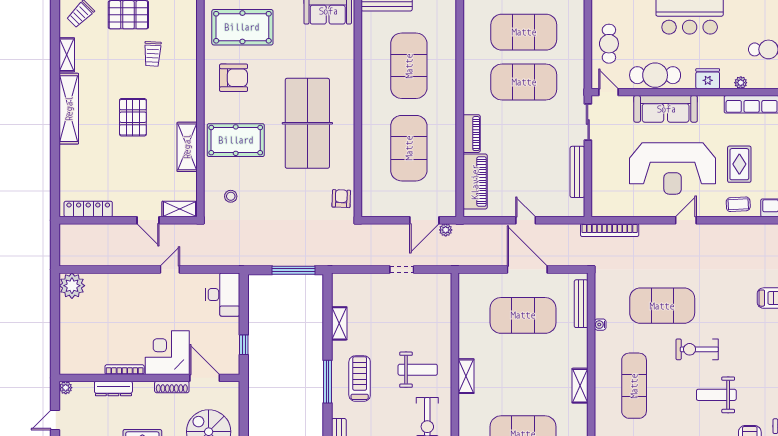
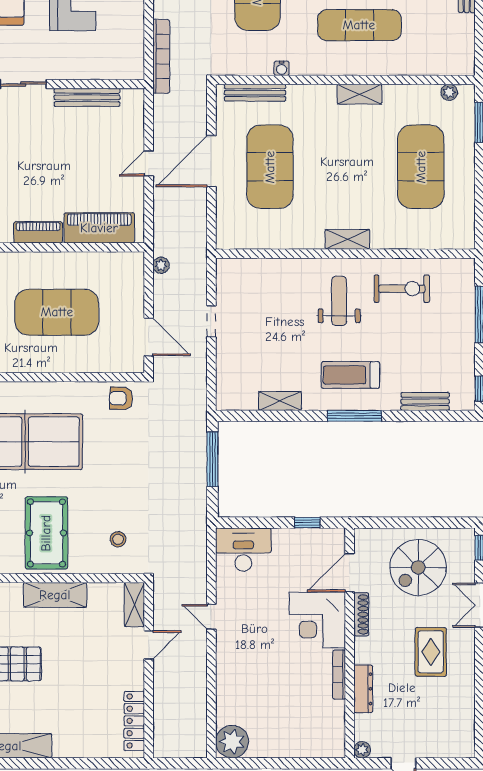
door: (424, 220) -> (149, 337), moved

